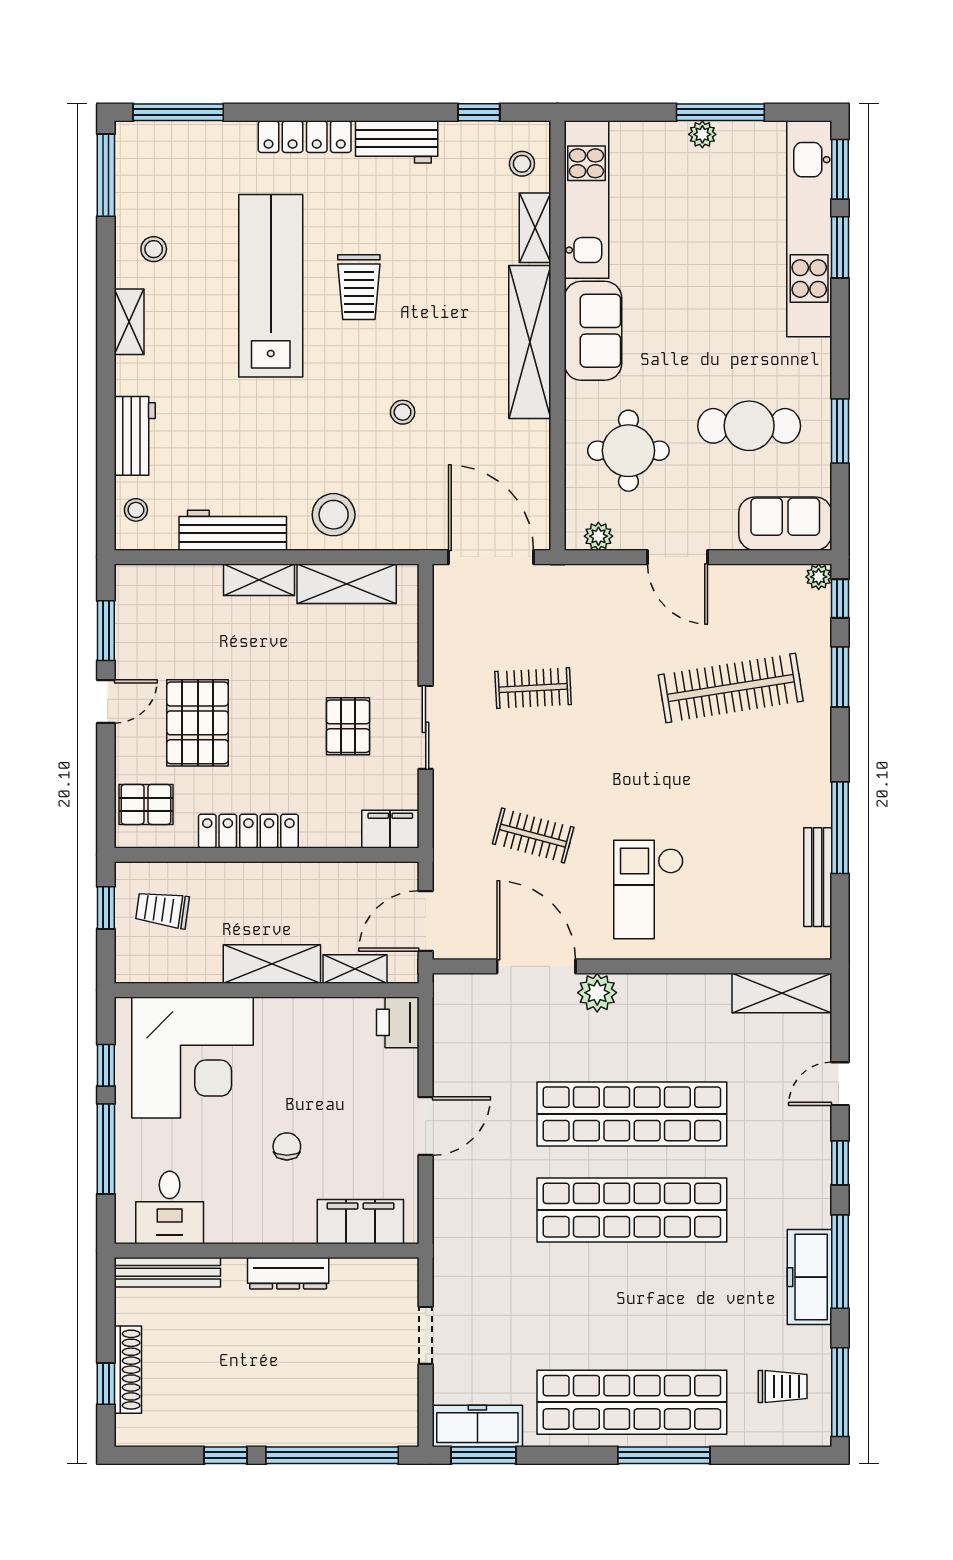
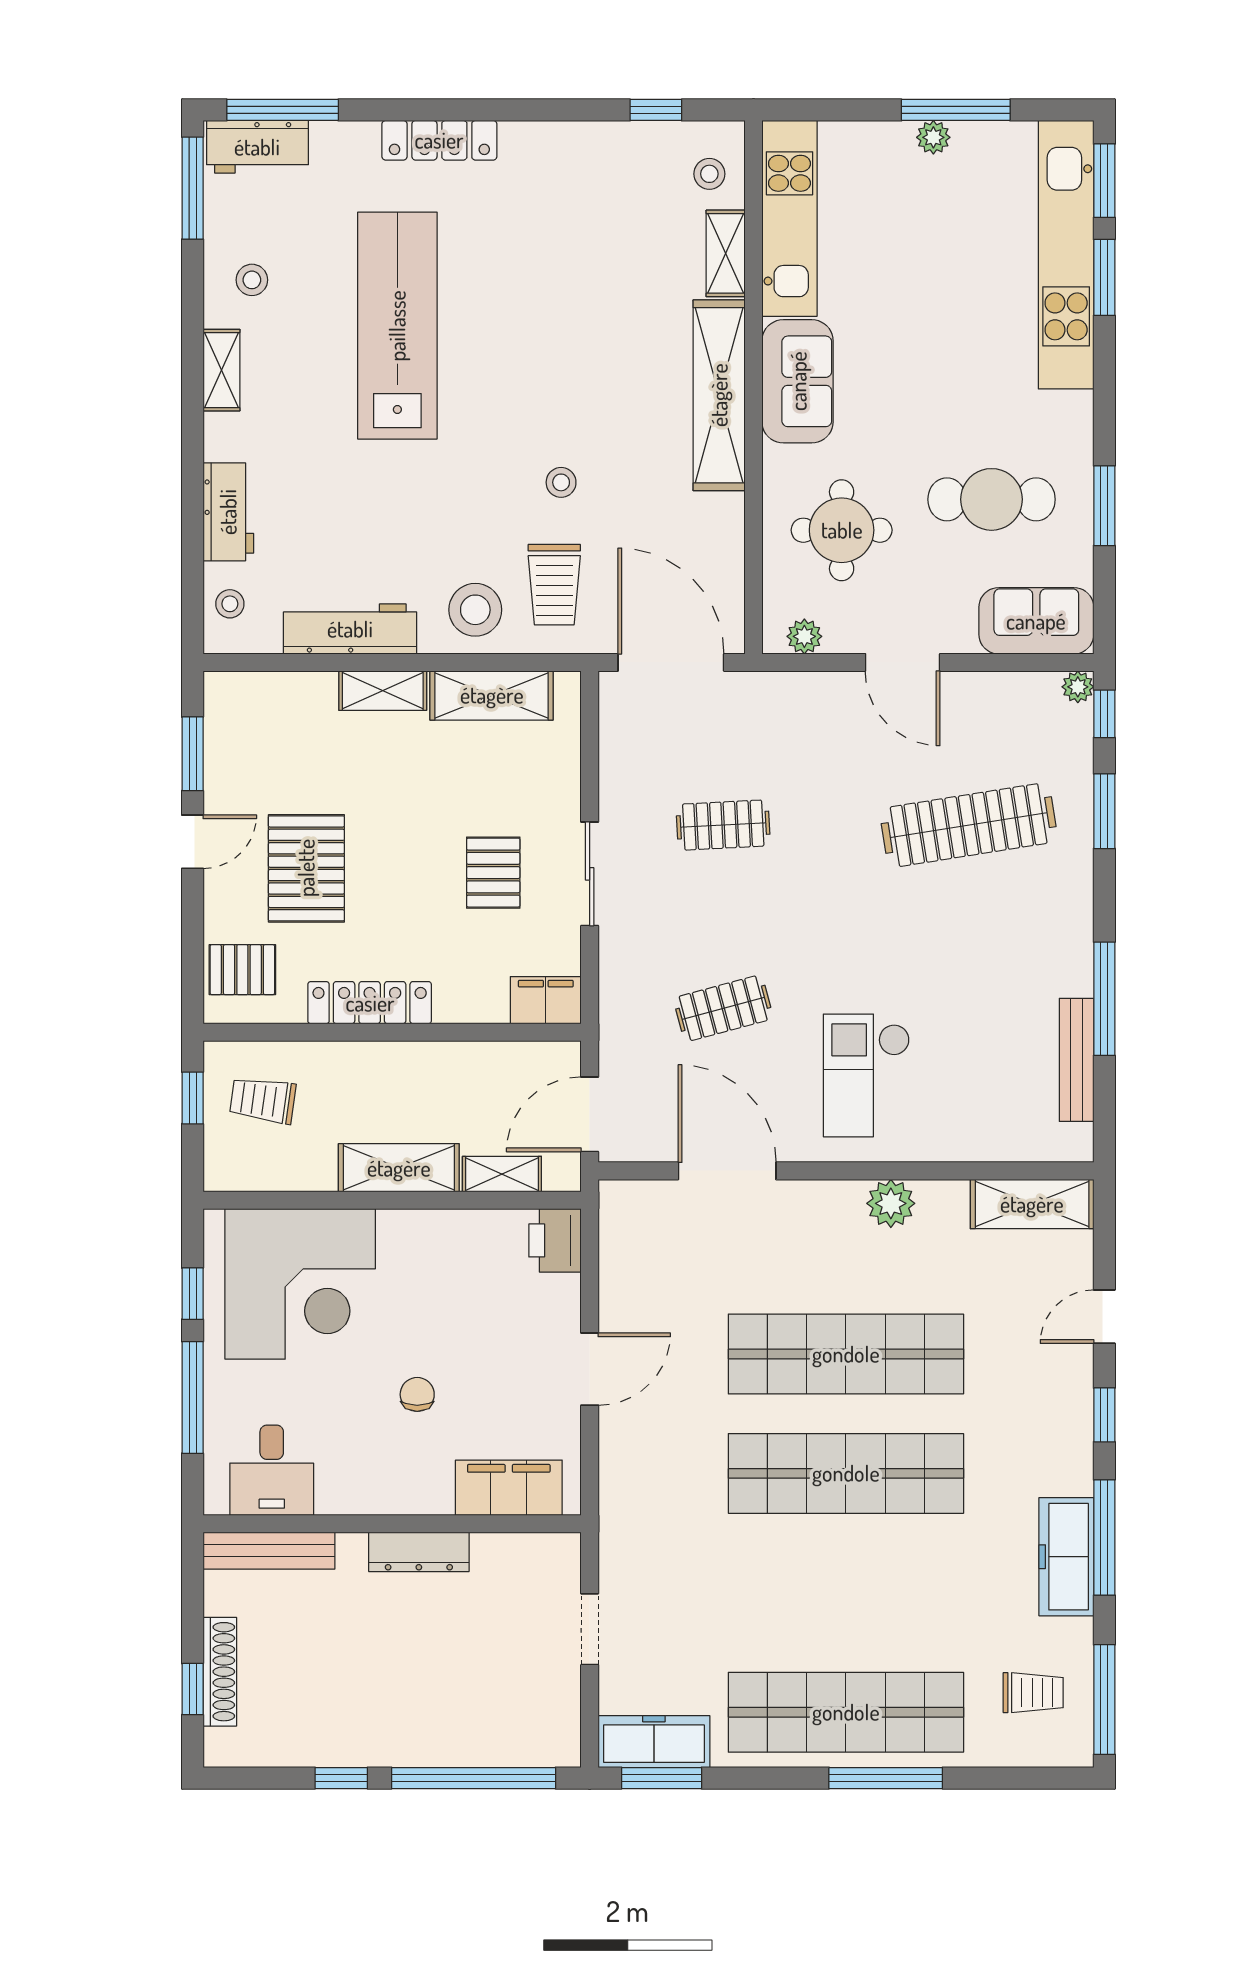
workbench: (397, 142) -> (257, 147), moved
trolley: (359, 287) -> (554, 585), moved
clothes rail: (533, 836) -> (723, 1008), turned -30
plant: (597, 993) -> (891, 1203), moved

